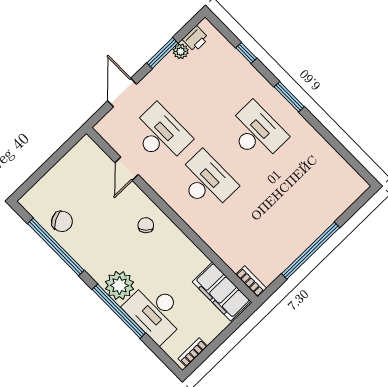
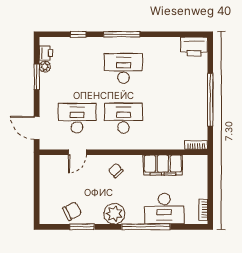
door: (122, 93) -> (37, 128), moved
window: (289, 97) -> (122, 34), width x1.44
door: (127, 169) -> (77, 152), hinge flipped
printer: (348, 182) -> (194, 47), added
window: (56, 247) -> (82, 227), width x0.47
plant: (119, 285) -> (114, 214), moved
filing cabinet: (222, 291) -> (163, 165), moved

